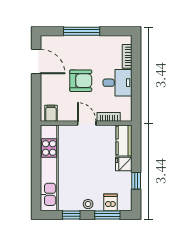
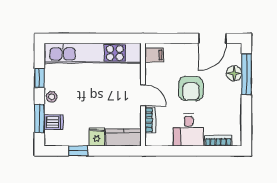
window: (82, 31) -> (246, 74), moved
floor lamp: (67, 42) -> (234, 73), added
door: (87, 123) -> (143, 95), hinge flipped

